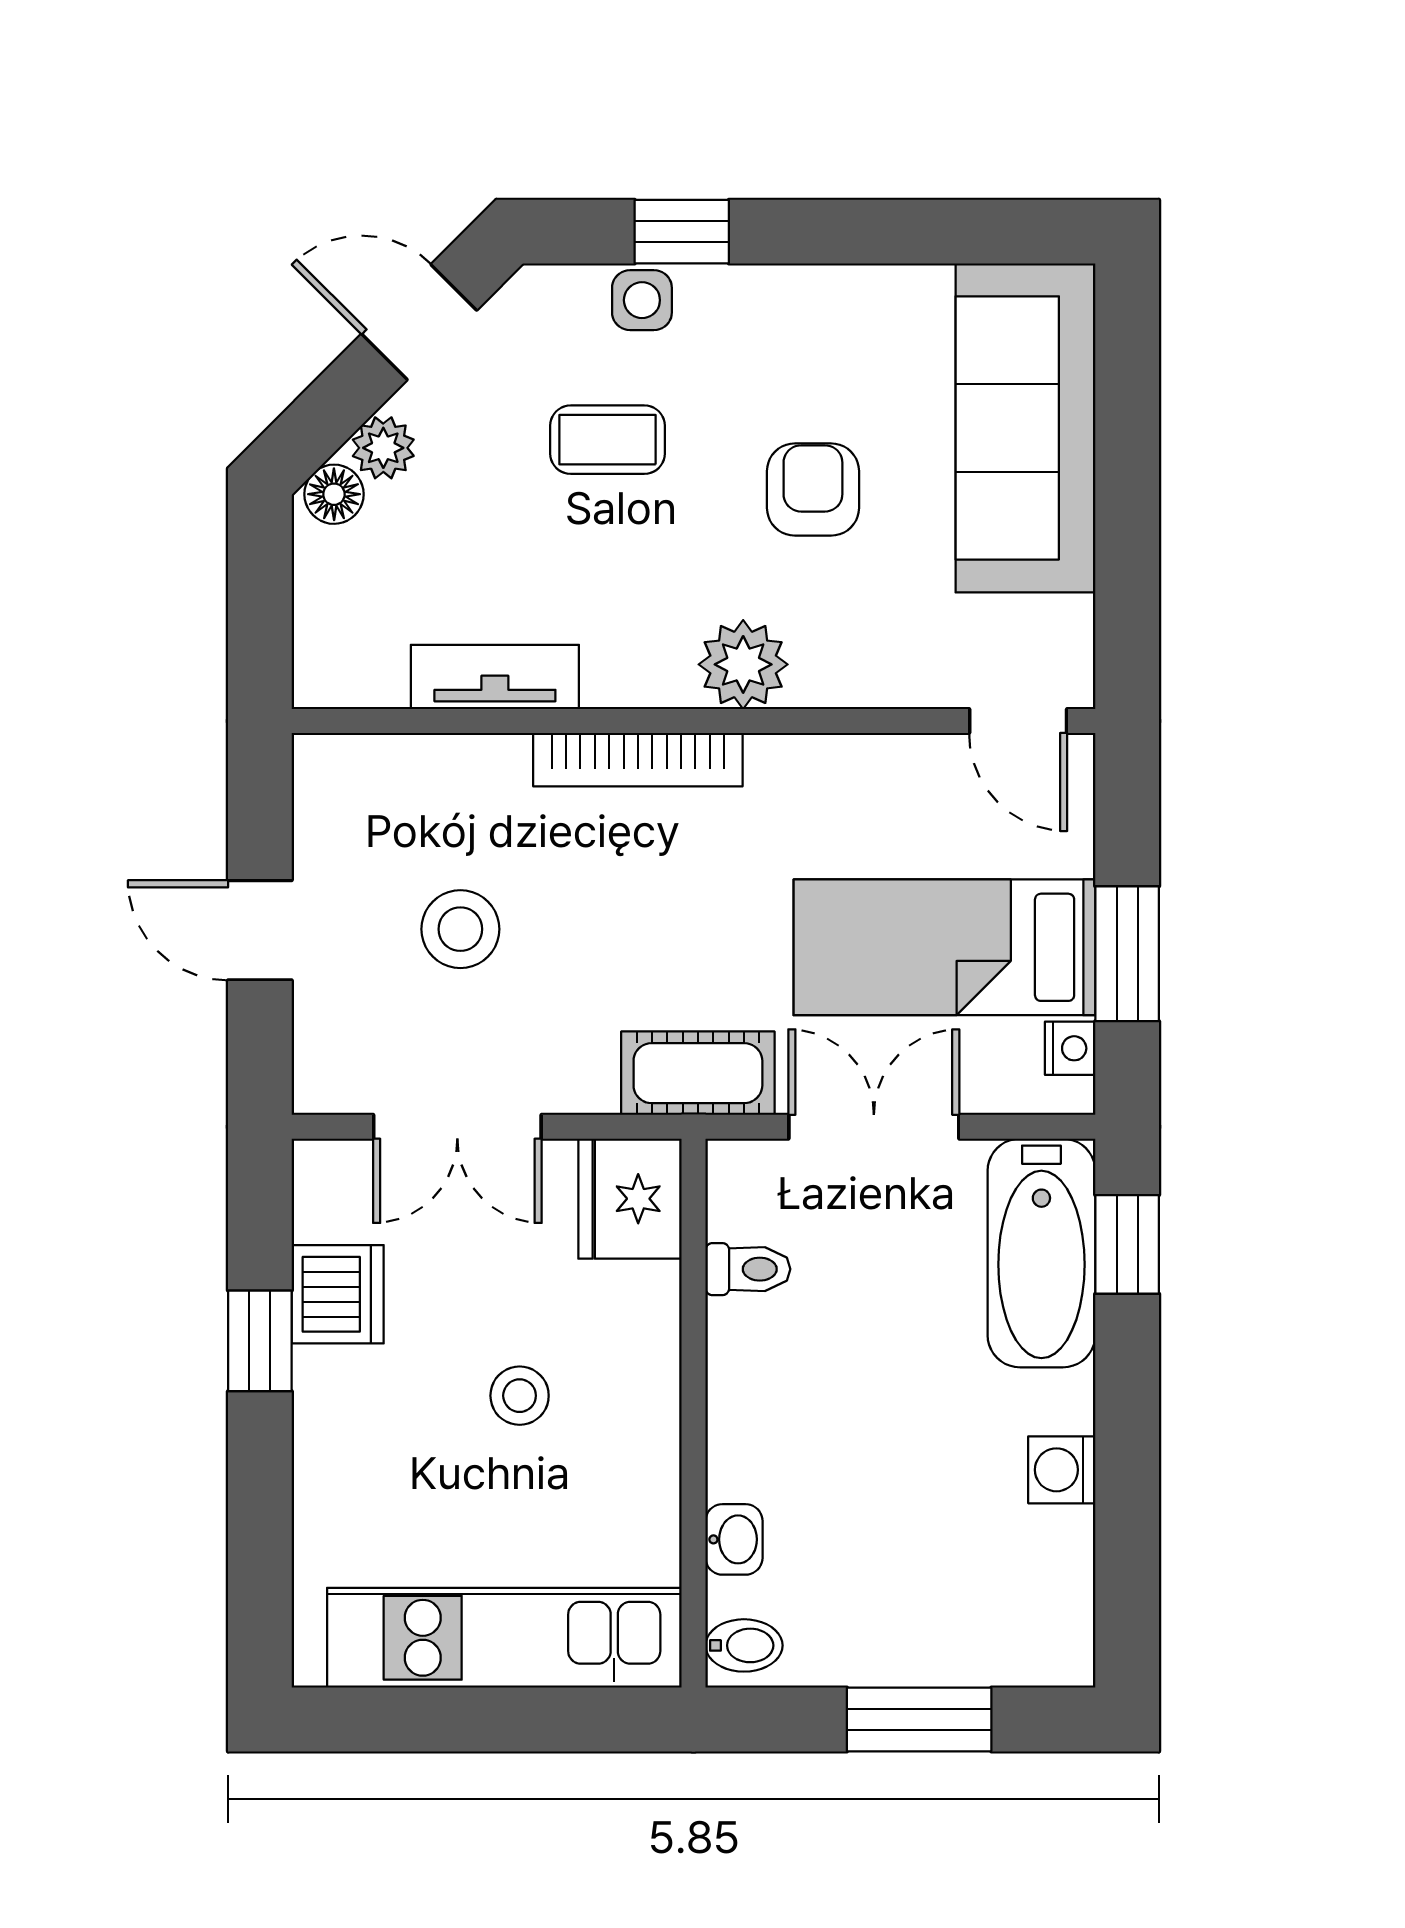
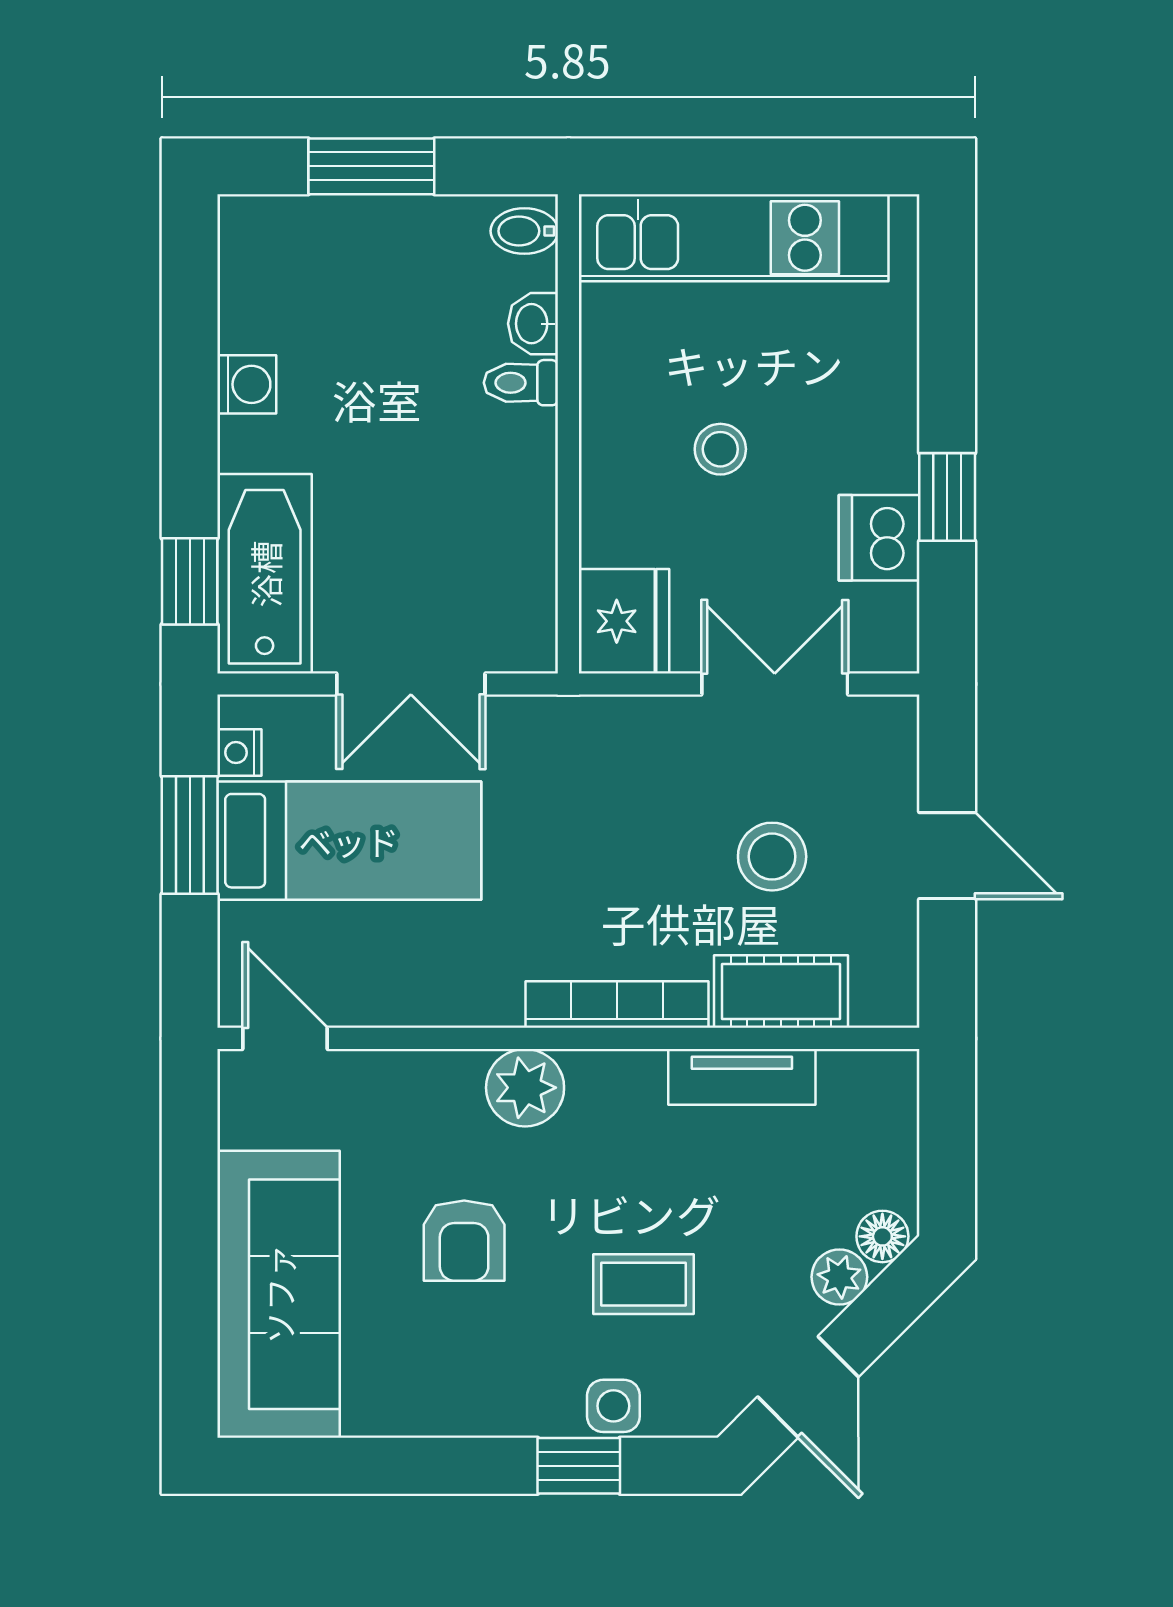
door: (419, 322) -> (808, 1387), hinge flipped
cot: (698, 1073) -> (781, 992), moved
toilet: (748, 1269) -> (521, 383), moved

